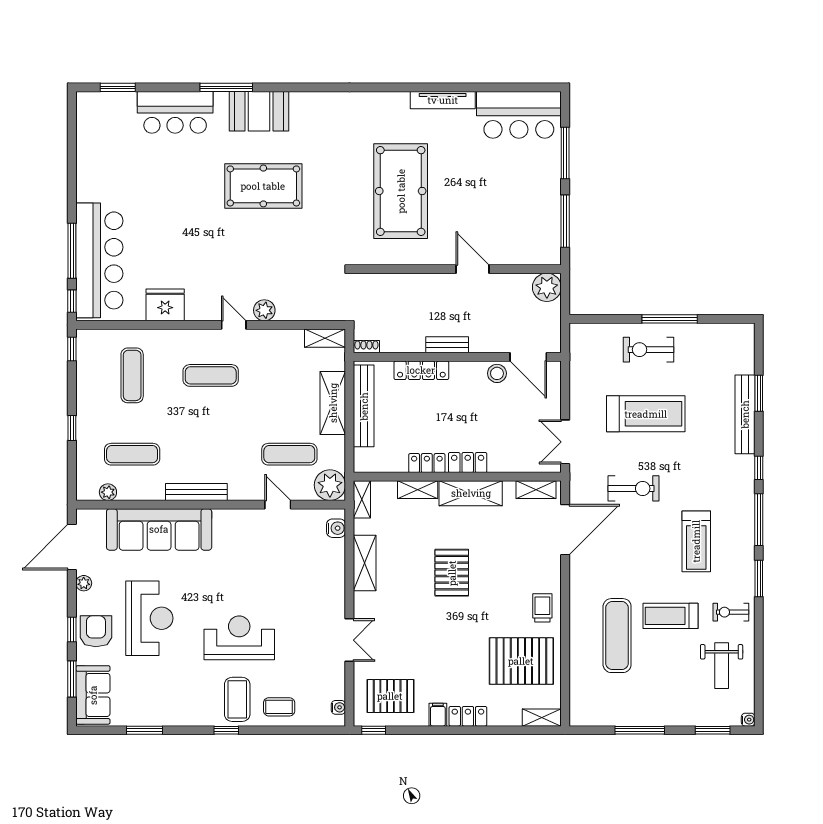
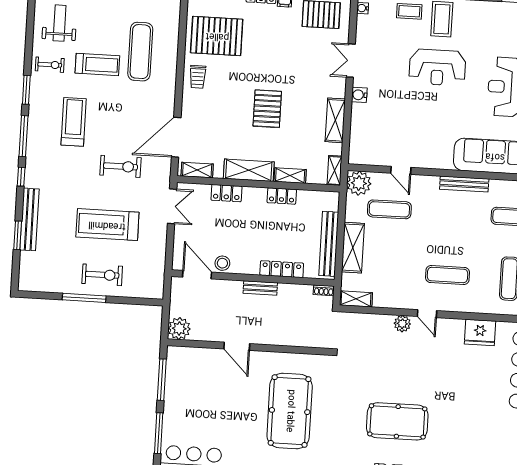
locker: (468, 463) -> (226, 193), moved
exercise bike: (633, 488) -> (120, 166), turned 180
water cooler: (336, 528) -> (359, 95), moved

